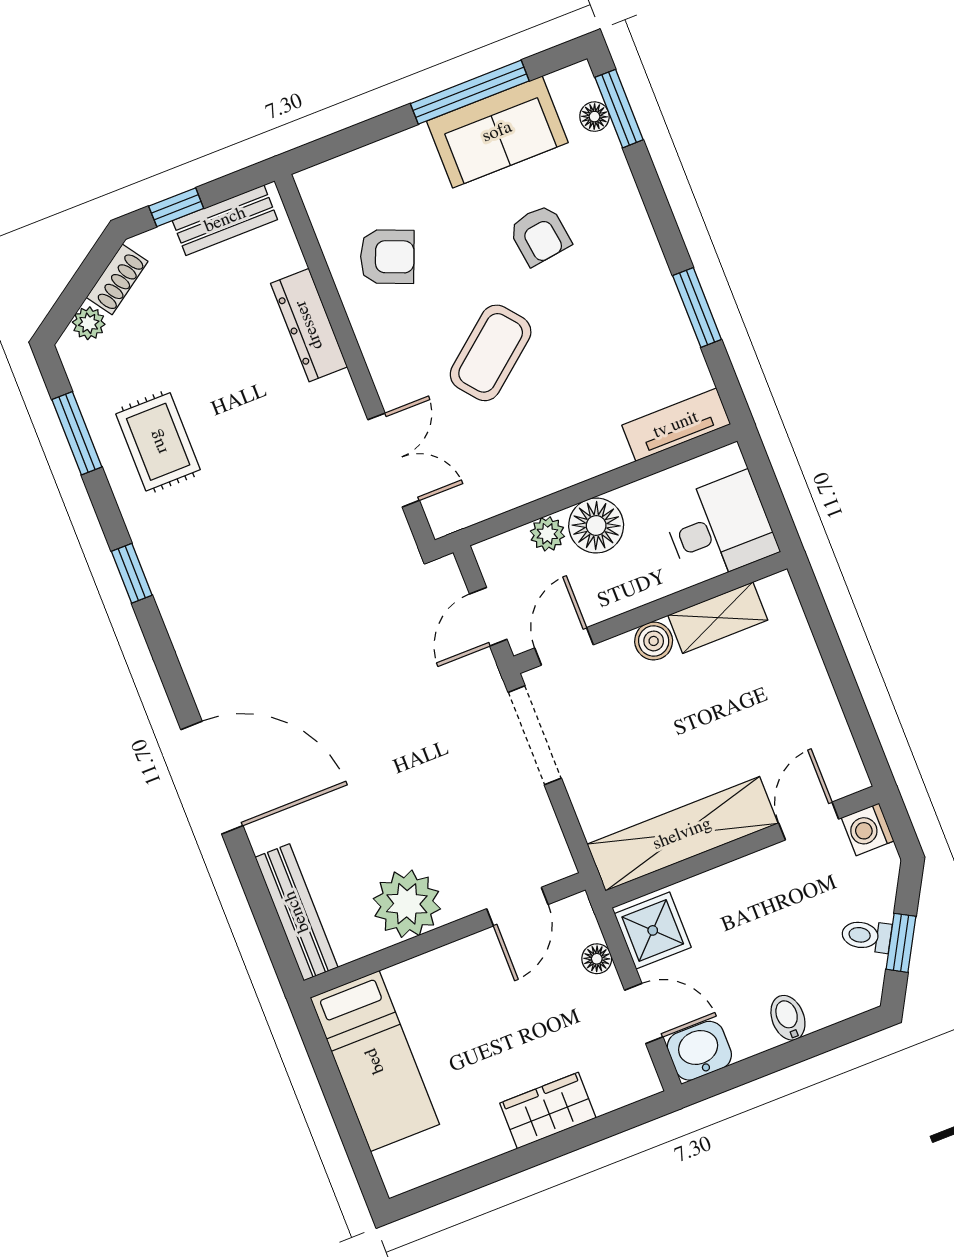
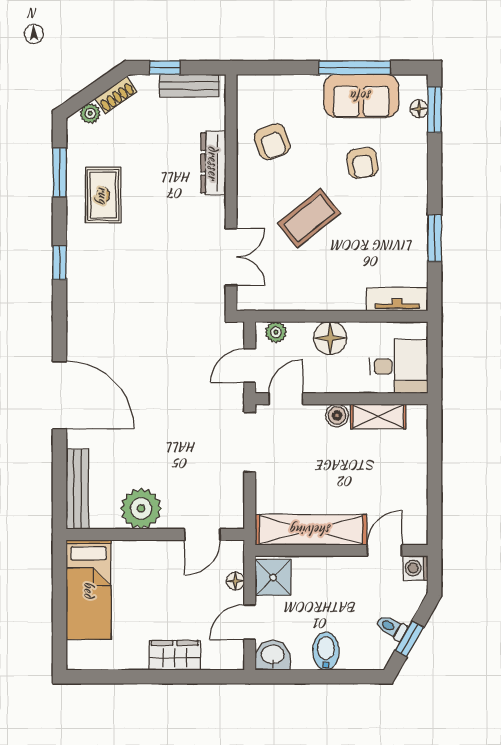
armchair: (387, 257) -> (272, 142), turned 48
plant: (547, 534) -> (276, 332), moved
door: (644, 1014) -> (250, 622), swing flipped
bidet: (788, 1018) -> (326, 651), width x1.38, depth x1.36

